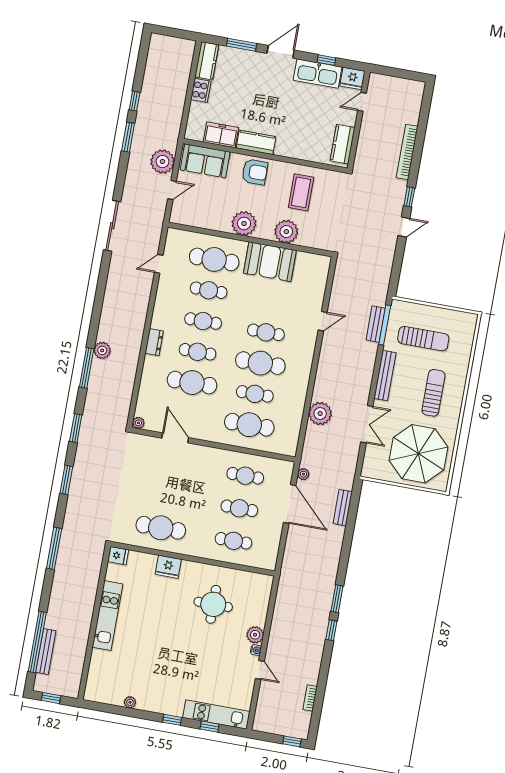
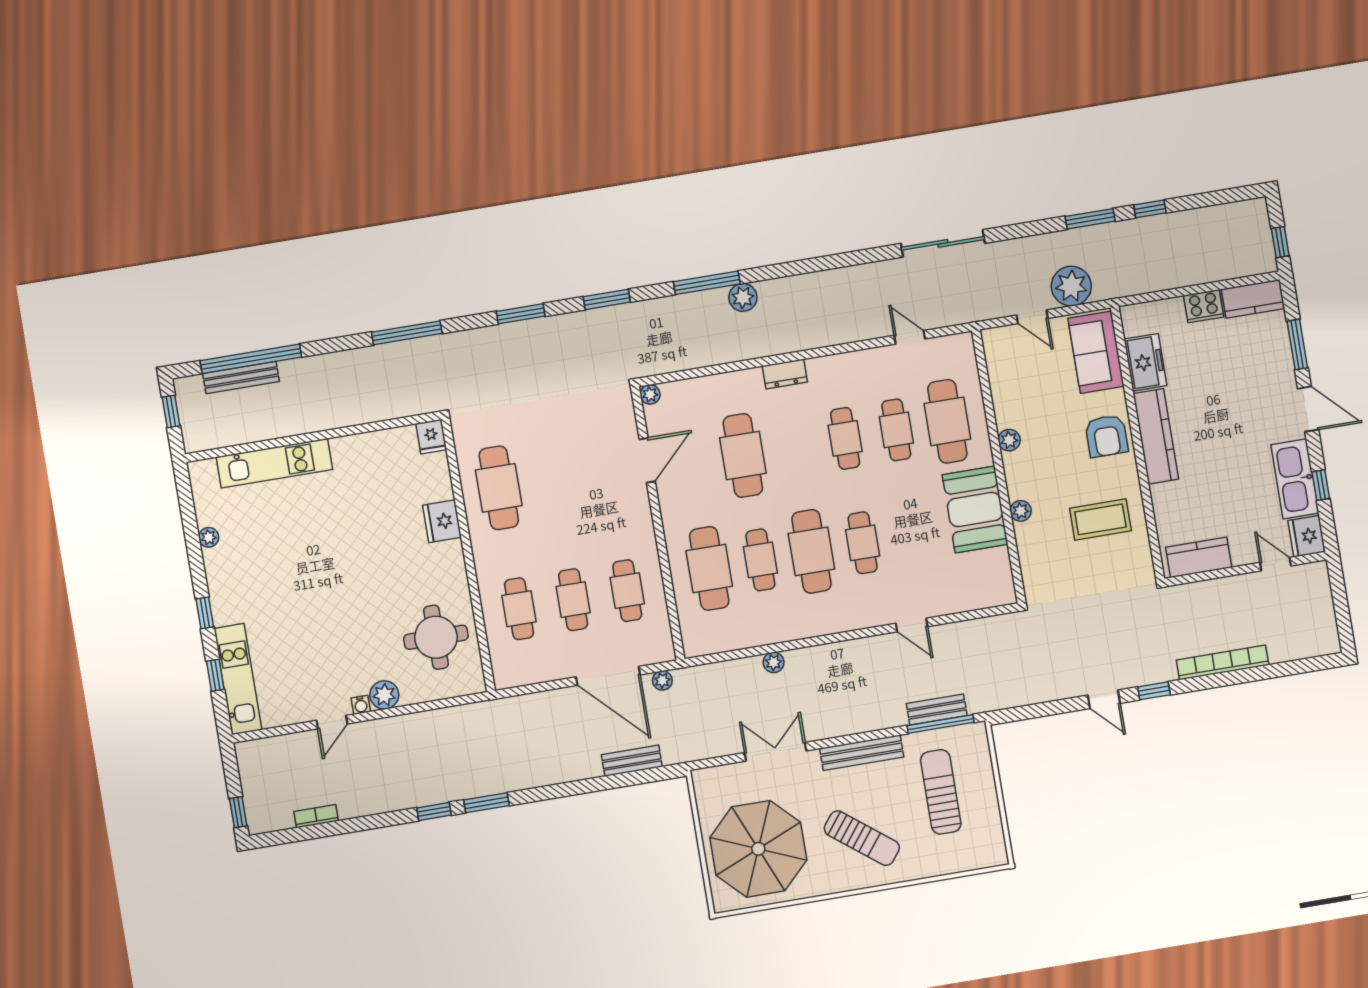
window: (180, 34) -> (1280, 242), added
kitchen counter: (256, 142) -> (1156, 436), width x1.50
plant: (244, 223) -> (1009, 440), width x0.53, depth x0.53
plant: (286, 232) -> (1021, 511), width x0.53, depth x0.53
sun lounger: (423, 339) -> (941, 792), turned 180
cafe table: (198, 352) -> (794, 447), removed
sun lounger: (434, 393) -> (862, 838), turned 38
plant: (320, 414) -> (774, 662), width x0.53, depth x0.53
double door: (367, 424) -> (776, 752), swing flipped
door: (290, 504) -> (608, 676), hinge flipped
round table: (213, 604) -> (436, 637), moved
kitchen unit: (107, 616) -> (274, 463), moved

